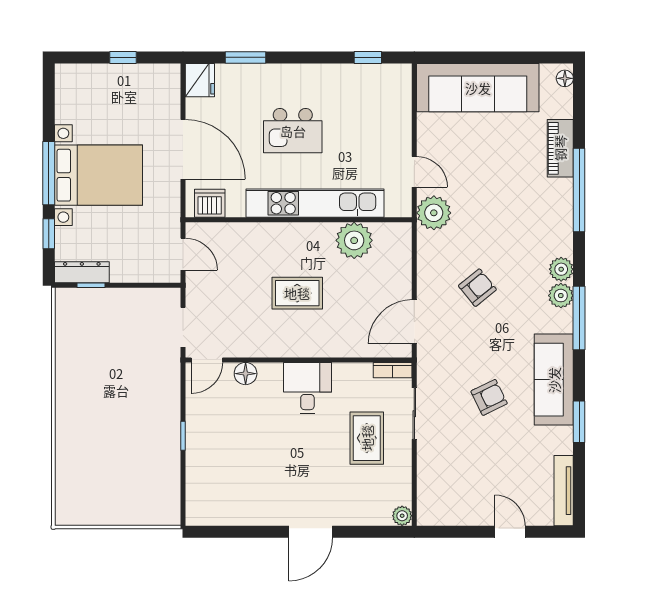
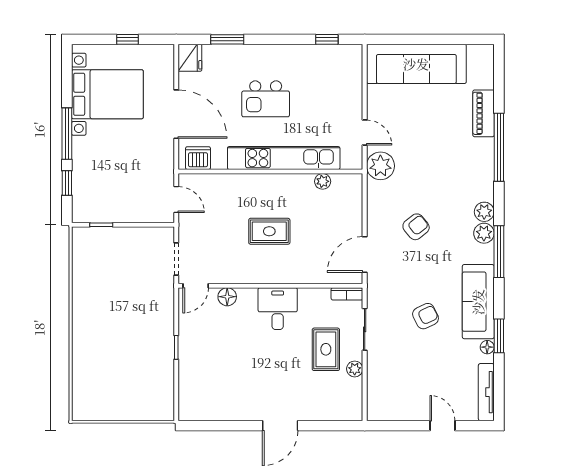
floor lamp: (565, 78) -> (487, 347), moved
bed with nightstands: (98, 175) -> (107, 94), moved
plant: (354, 240) -> (323, 181), width x0.53, depth x0.53
dresser: (82, 272) -> (94, 214), removed
plant: (402, 516) -> (355, 369), moved

